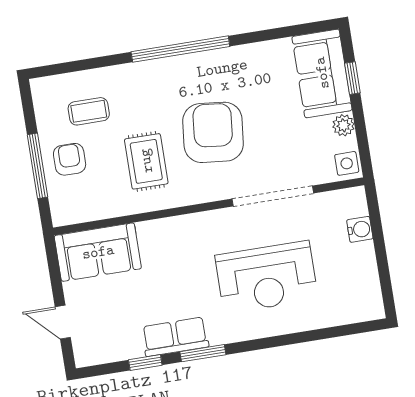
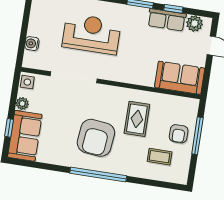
armchair: (213, 132) -> (96, 138), moved
row of seats: (175, 337) -> (167, 20), moved
plant: (102, 350) -> (194, 23), added

